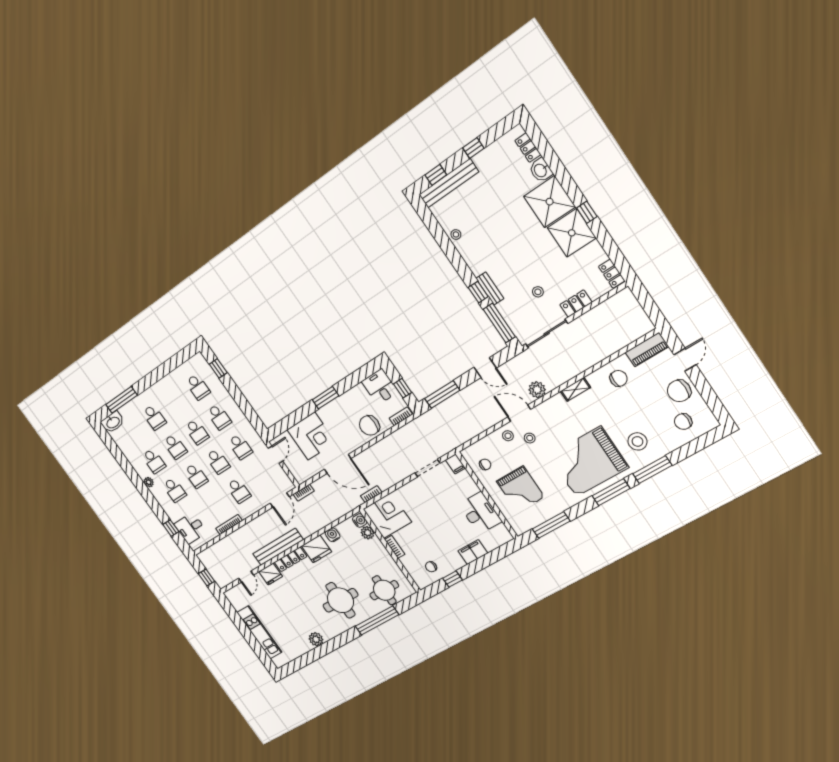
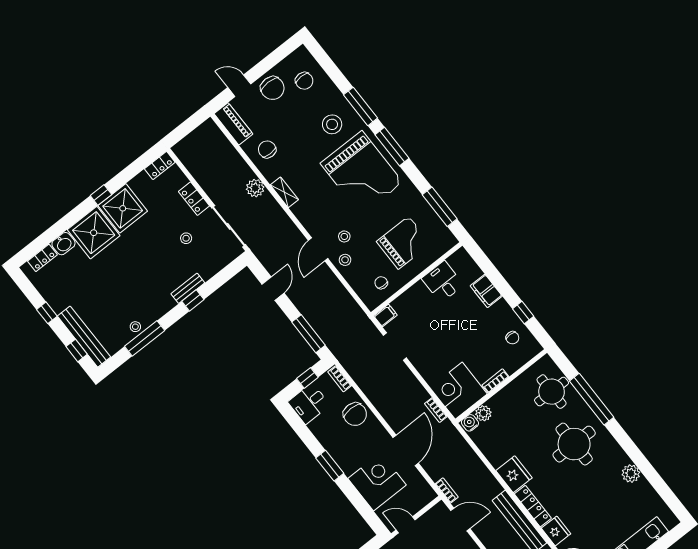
window: (499, 323) -> (145, 338), moved
plant: (537, 390) -> (255, 188), moved
desk: (480, 513) -> (443, 282), width x0.73
water cooler: (333, 535) -> (493, 455), removed

